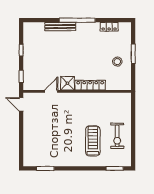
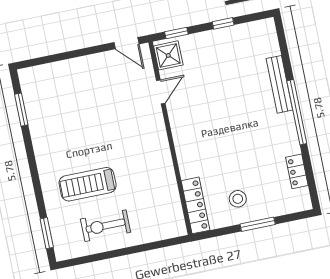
shower: (67, 83) -> (168, 55), moved
locker: (90, 85) -> (195, 205), moved
door: (51, 91) -> (161, 92), hinge flipped
door: (21, 104) -> (127, 43), swing flipped
treadmill: (93, 141) -> (88, 184), turned 180

